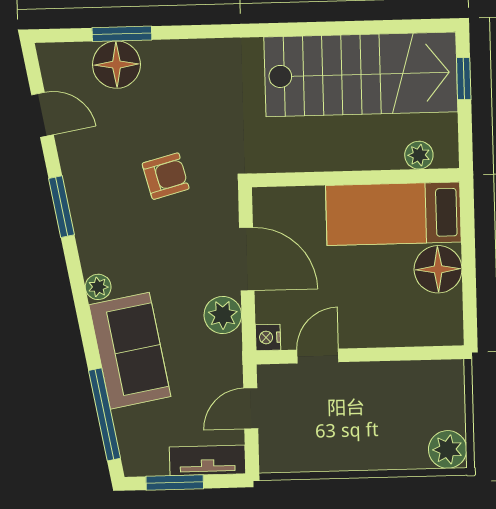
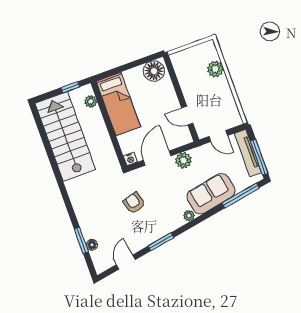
floor lamp: (116, 65) -> (92, 245), width x0.53, depth x0.53
window: (464, 79) -> (70, 87), moved
floor lamp: (438, 269) -> (154, 71), moved
nightstand: (268, 337) -> (130, 159), moved
plant: (448, 449) -> (215, 69), moved
tv unit: (207, 460) -> (248, 153), width x1.41
window: (175, 482) -> (259, 157), width x1.44

